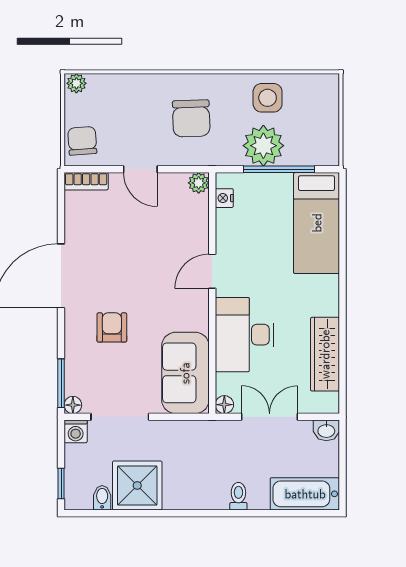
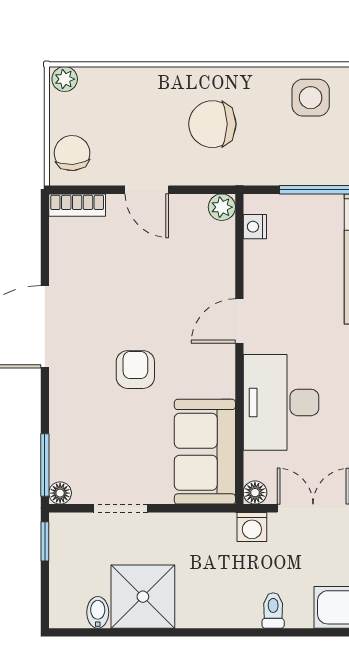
chair: (191, 118) -> (212, 124), turned 92
plant: (263, 146) -> (305, 159), removed
armchair: (112, 327) -> (135, 370), moved
doorway: (120, 417) -> (121, 508), width x0.73
washing machine: (76, 431) -> (252, 527), moved
window: (61, 484) -> (45, 541), moved

